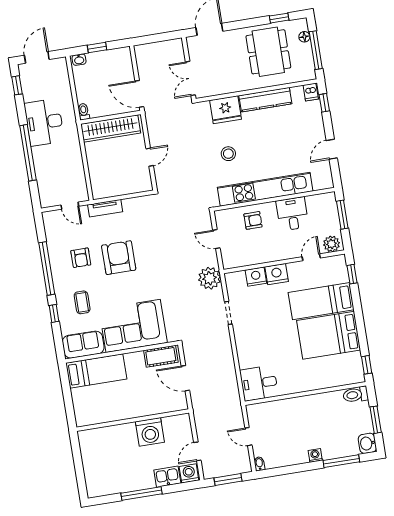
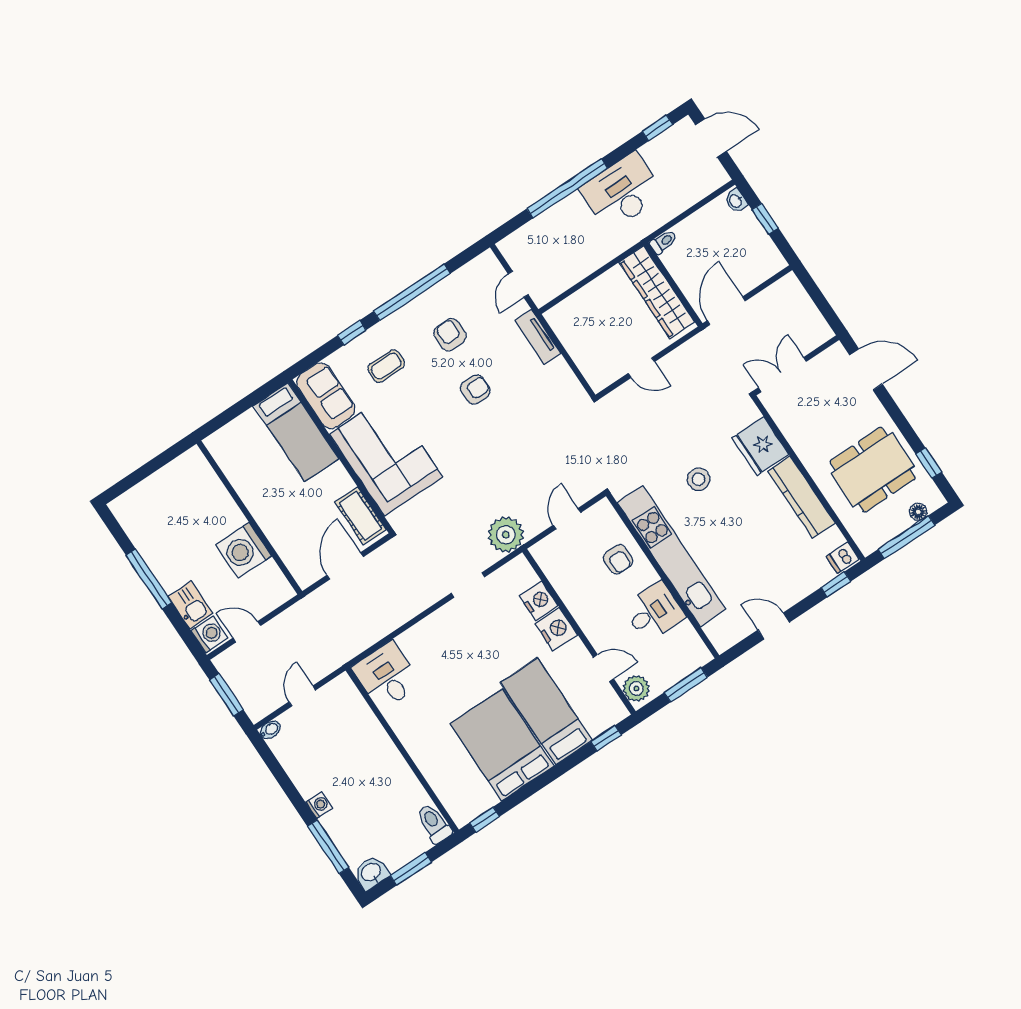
armchair: (81, 258) -> (450, 335), turned 90
armchair: (119, 258) -> (475, 389), width x0.53, depth x0.53

